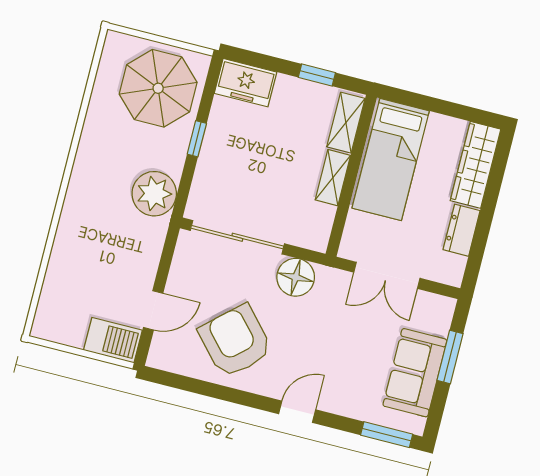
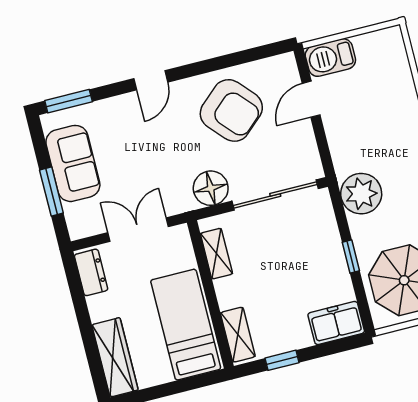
shelving: (333, 178) -> (216, 254), moved
dresser: (462, 230) -> (91, 272), moved

